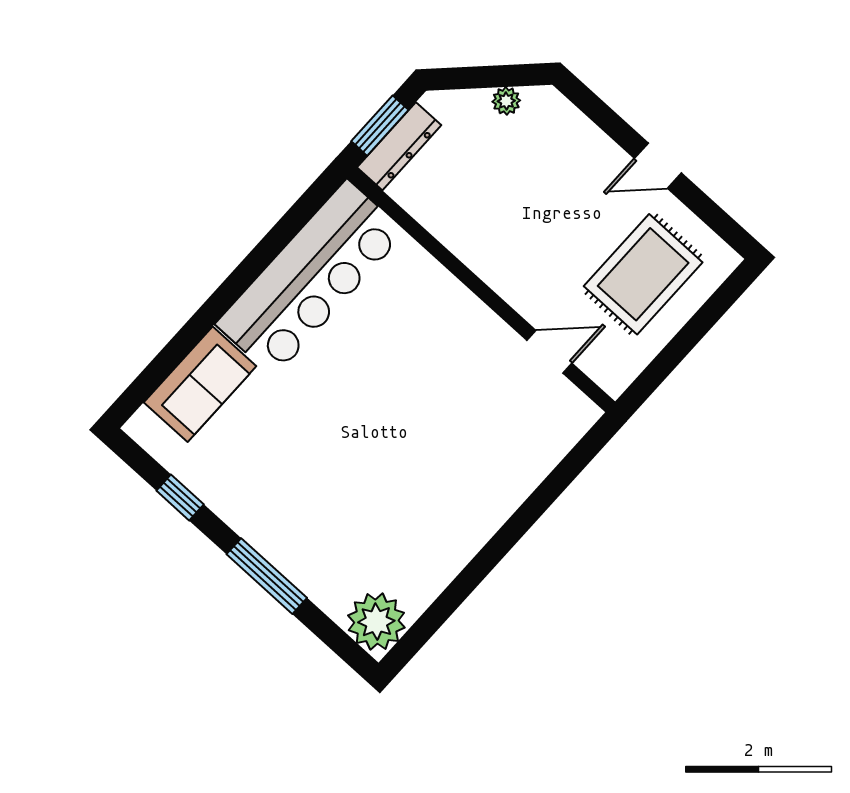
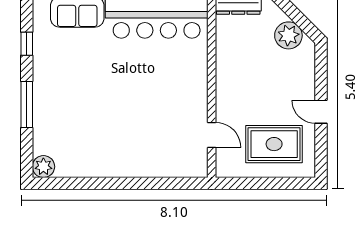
plant: (506, 101) -> (288, 35), width x1.88, depth x1.88
plant: (376, 622) -> (43, 167), width x0.73, depth x0.73

